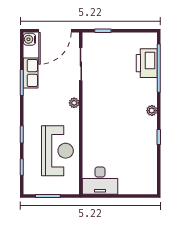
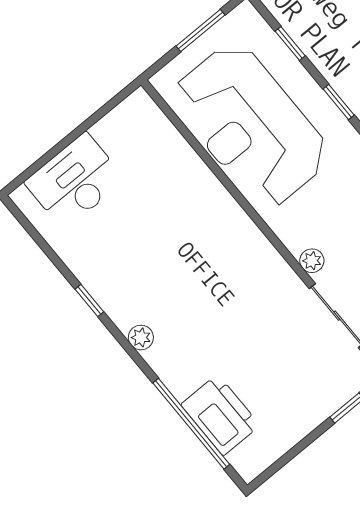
plant: (74, 103) -> (312, 261), moved
reception desk: (57, 151) -> (251, 126), width x1.36, depth x1.30
desk: (100, 181) -> (75, 181), moved

